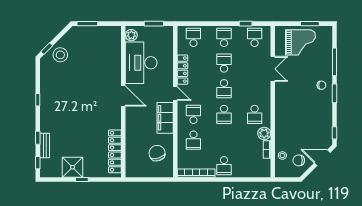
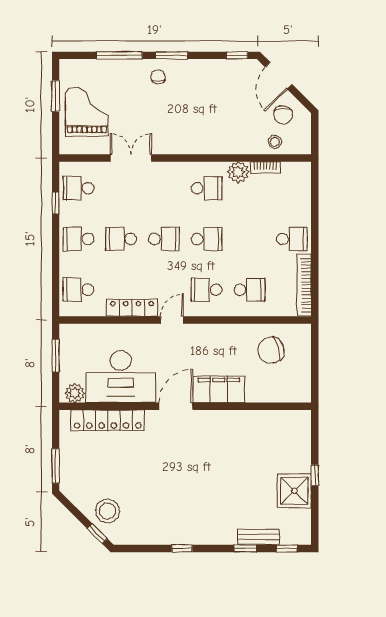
filing cabinet: (165, 118) -> (219, 389), moved, turned 180
locker: (115, 151) -> (108, 420), moved

